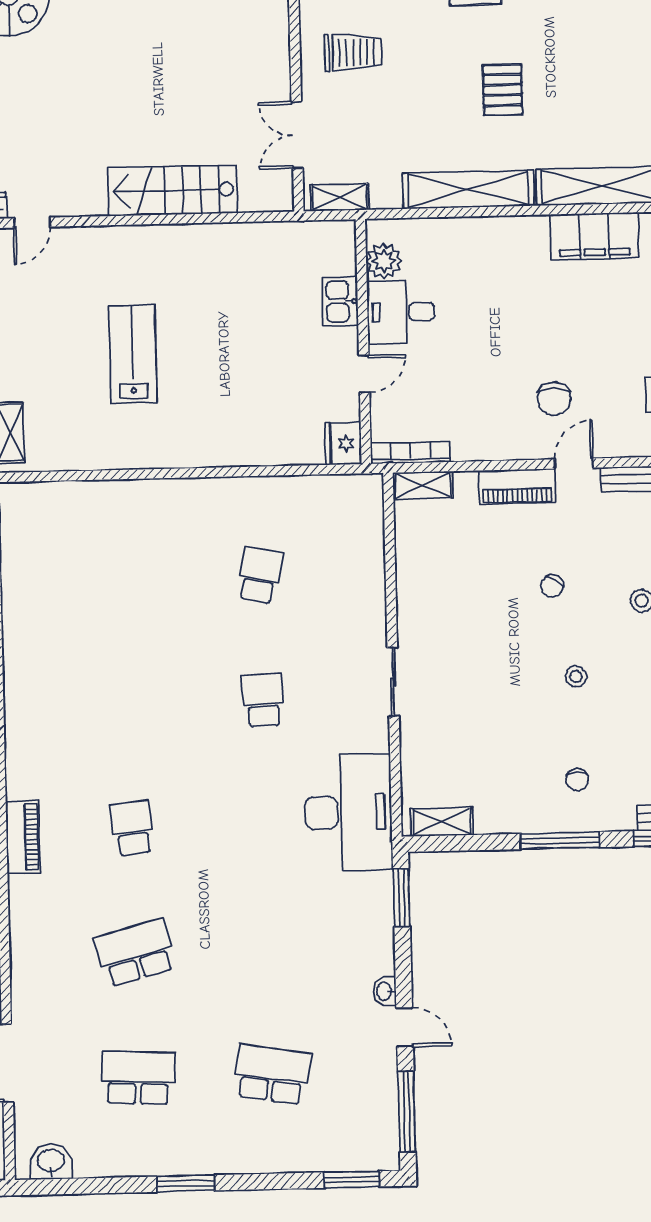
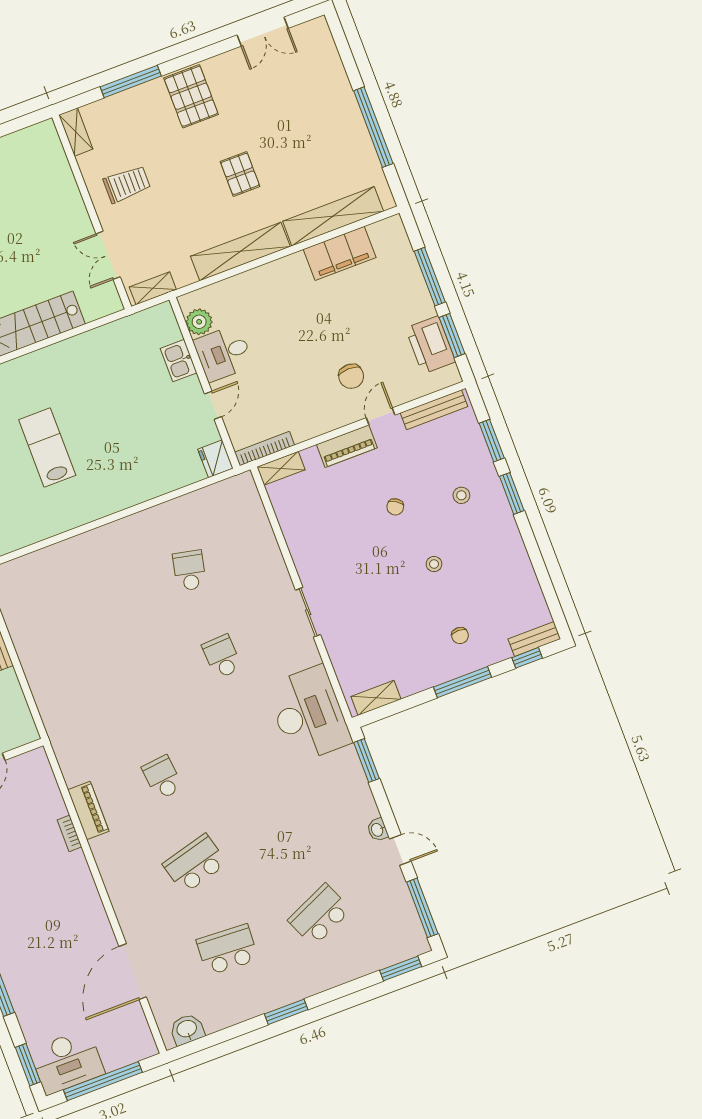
school desk: (272, 1074) -> (320, 915), turned -33

